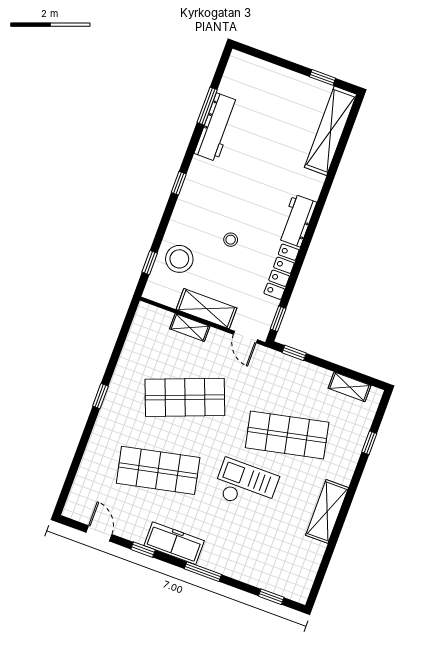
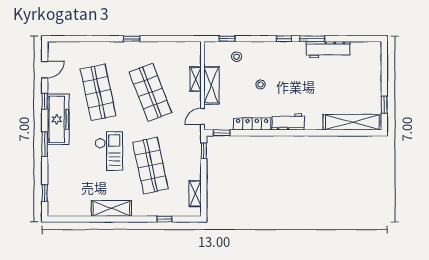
window: (207, 106) -> (312, 39), moved
stool: (179, 259) -> (236, 57), width x0.53, depth x0.53
freezer: (174, 543) -> (58, 119), width x1.36, depth x1.26

